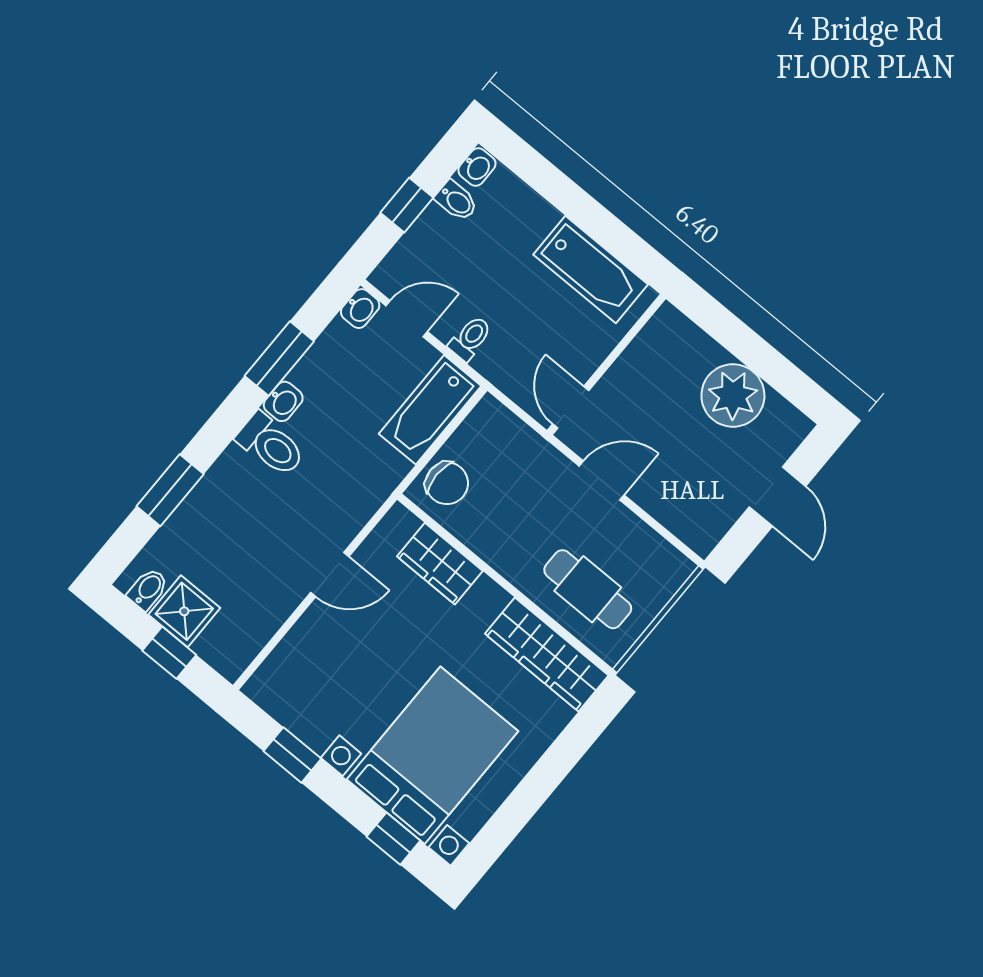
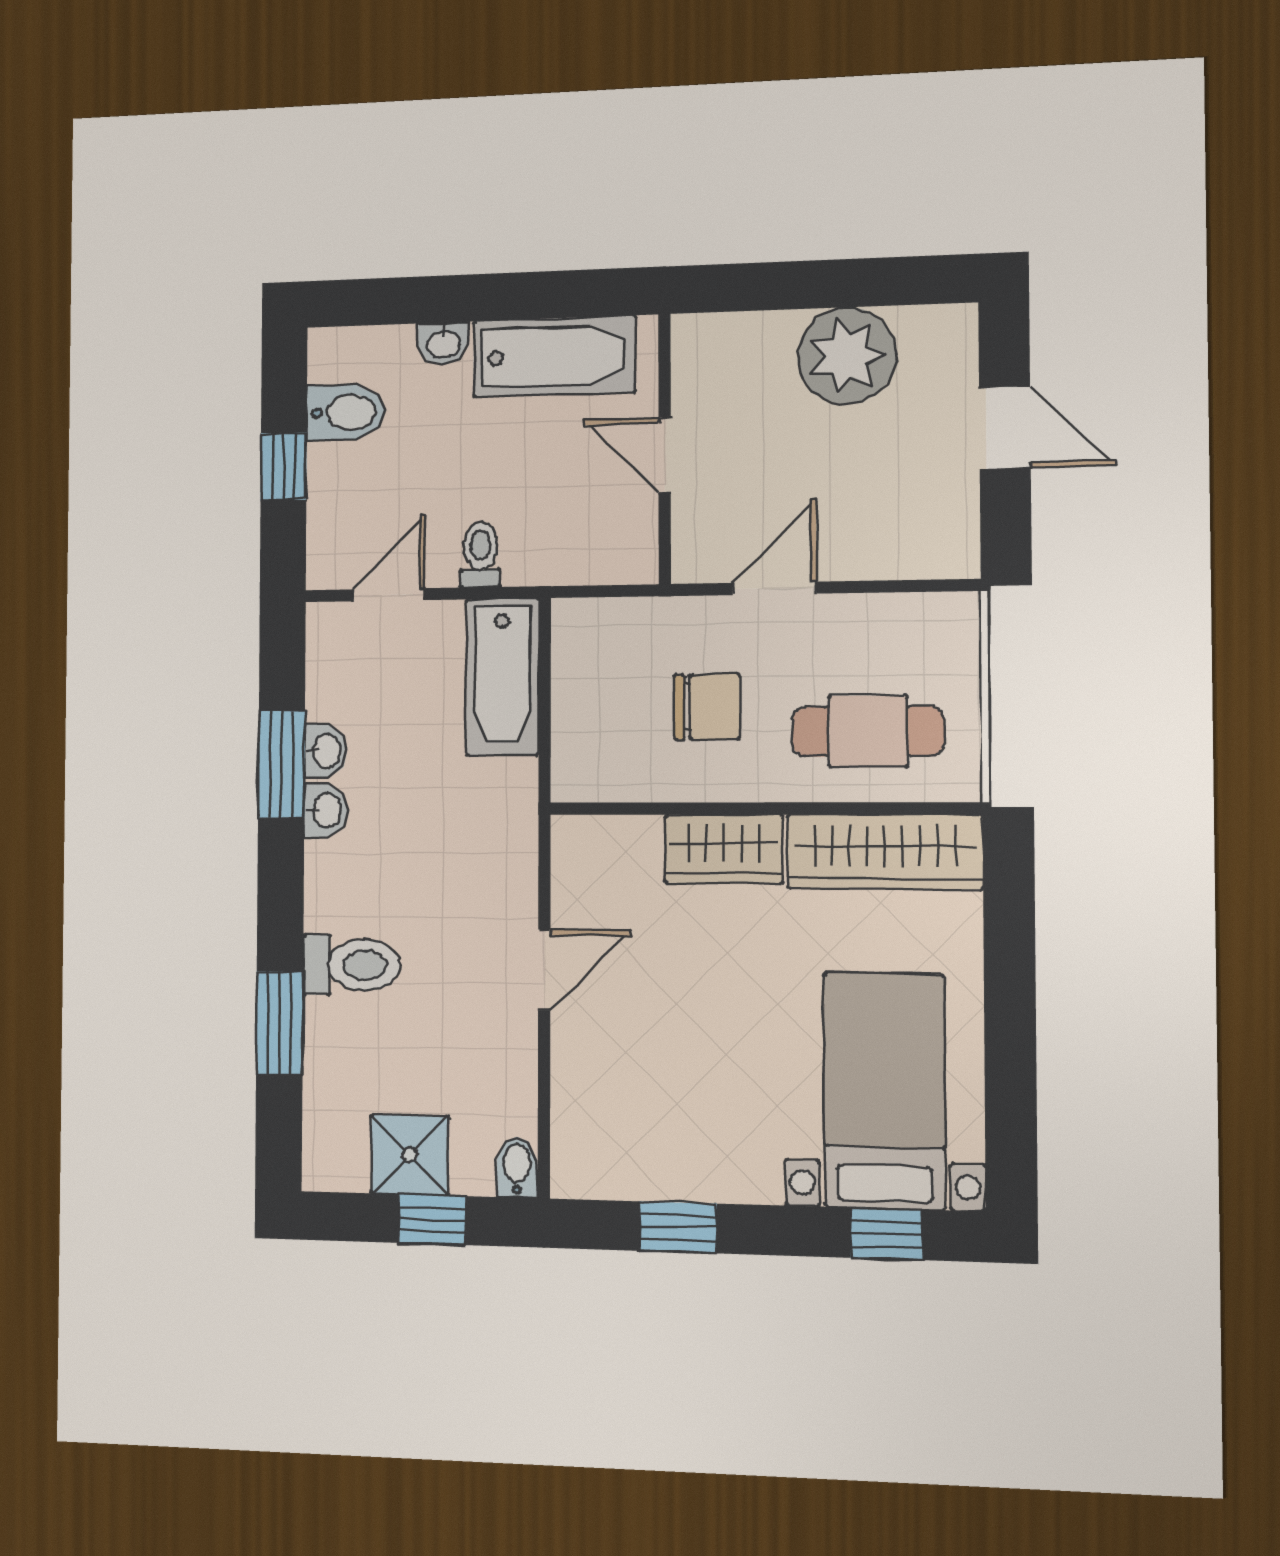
washbasin: (477, 167) -> (443, 343), moved, turned 90
bidet: (456, 201) -> (346, 412), width x1.38, depth x1.36
washbasin: (360, 309) -> (326, 751), moved
door: (571, 407) -> (665, 455), moved
toilet: (271, 445) -> (351, 965), moved
chair: (447, 483) -> (707, 707), moved
wardrobe: (440, 564) -> (724, 849), moved
bidet: (148, 589) -> (517, 1167), moved
bed with nightstands: (432, 755) -> (884, 1091), width x0.73

